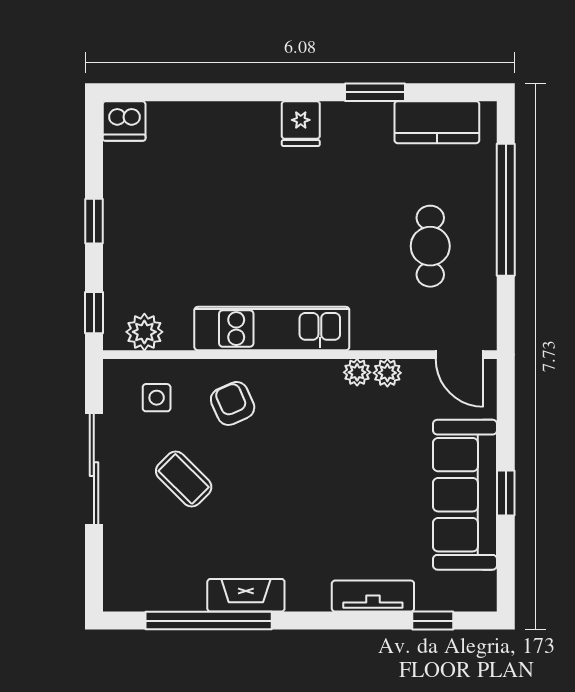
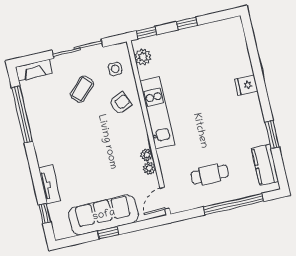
dishwasher: (124, 121) -> (234, 27), removed
fridge: (301, 124) -> (246, 85), moved
fireplace: (246, 595) -> (34, 70), moved, turned 90

